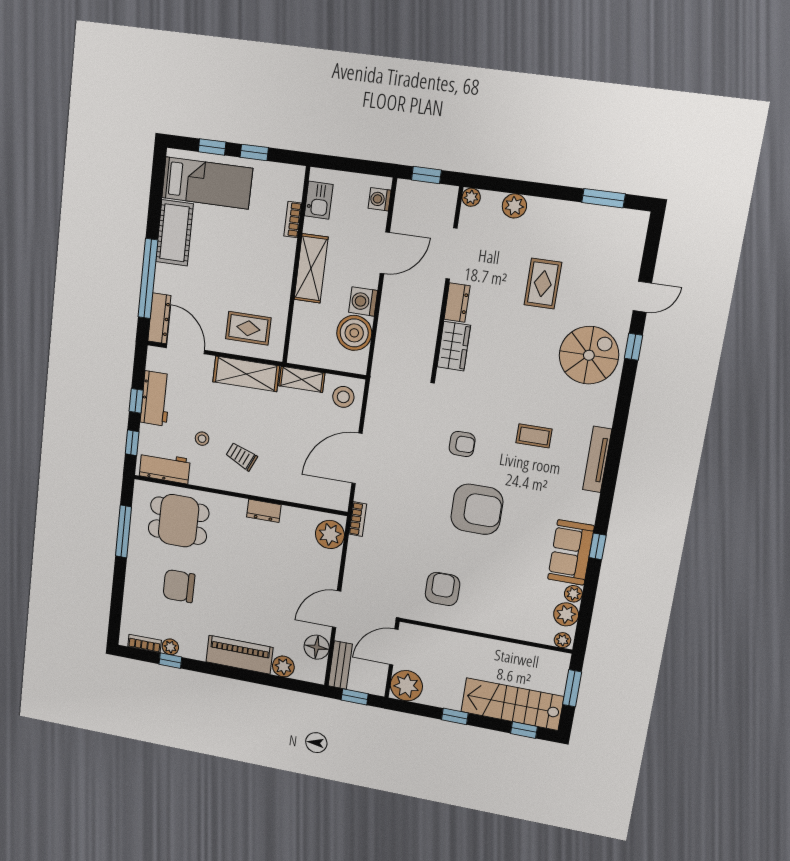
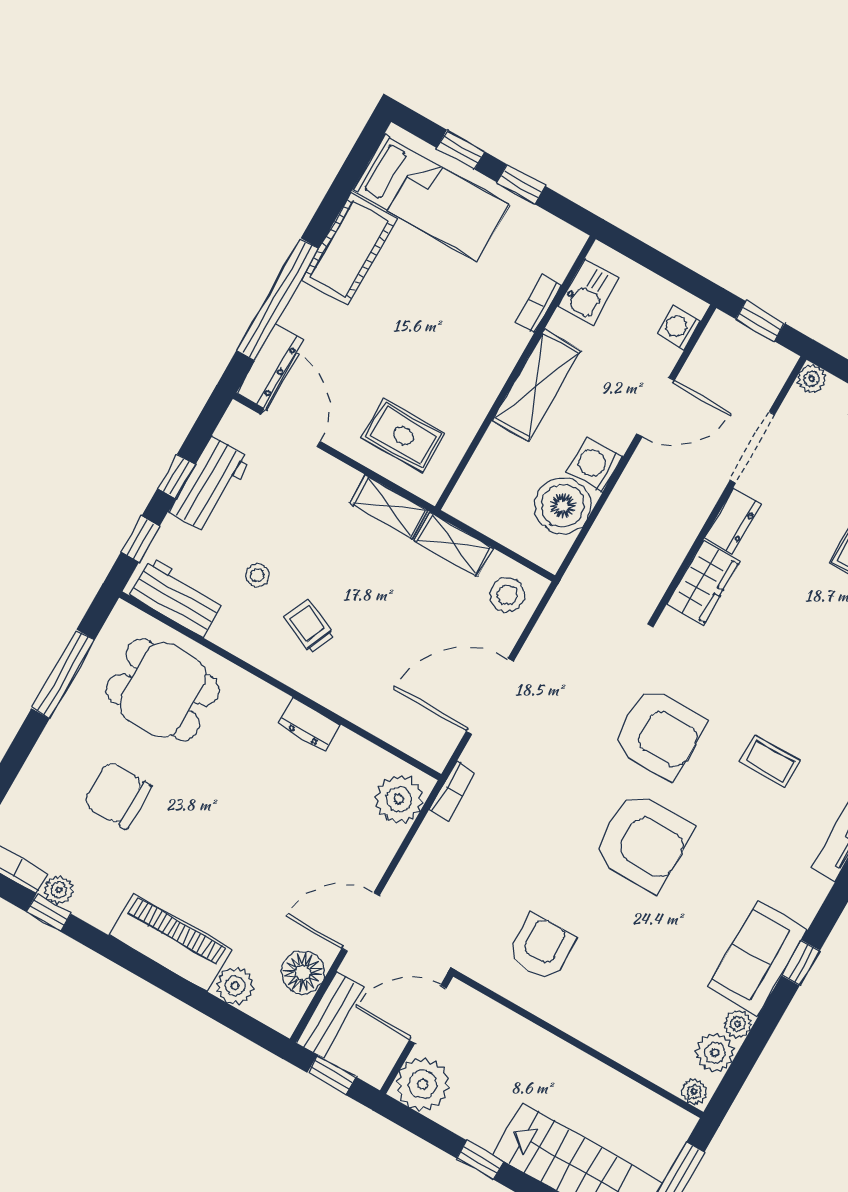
shelving: (246, 374) -> (389, 507), width x0.67, depth x0.75
armchair: (462, 444) -> (659, 734), width x1.88, depth x1.88

